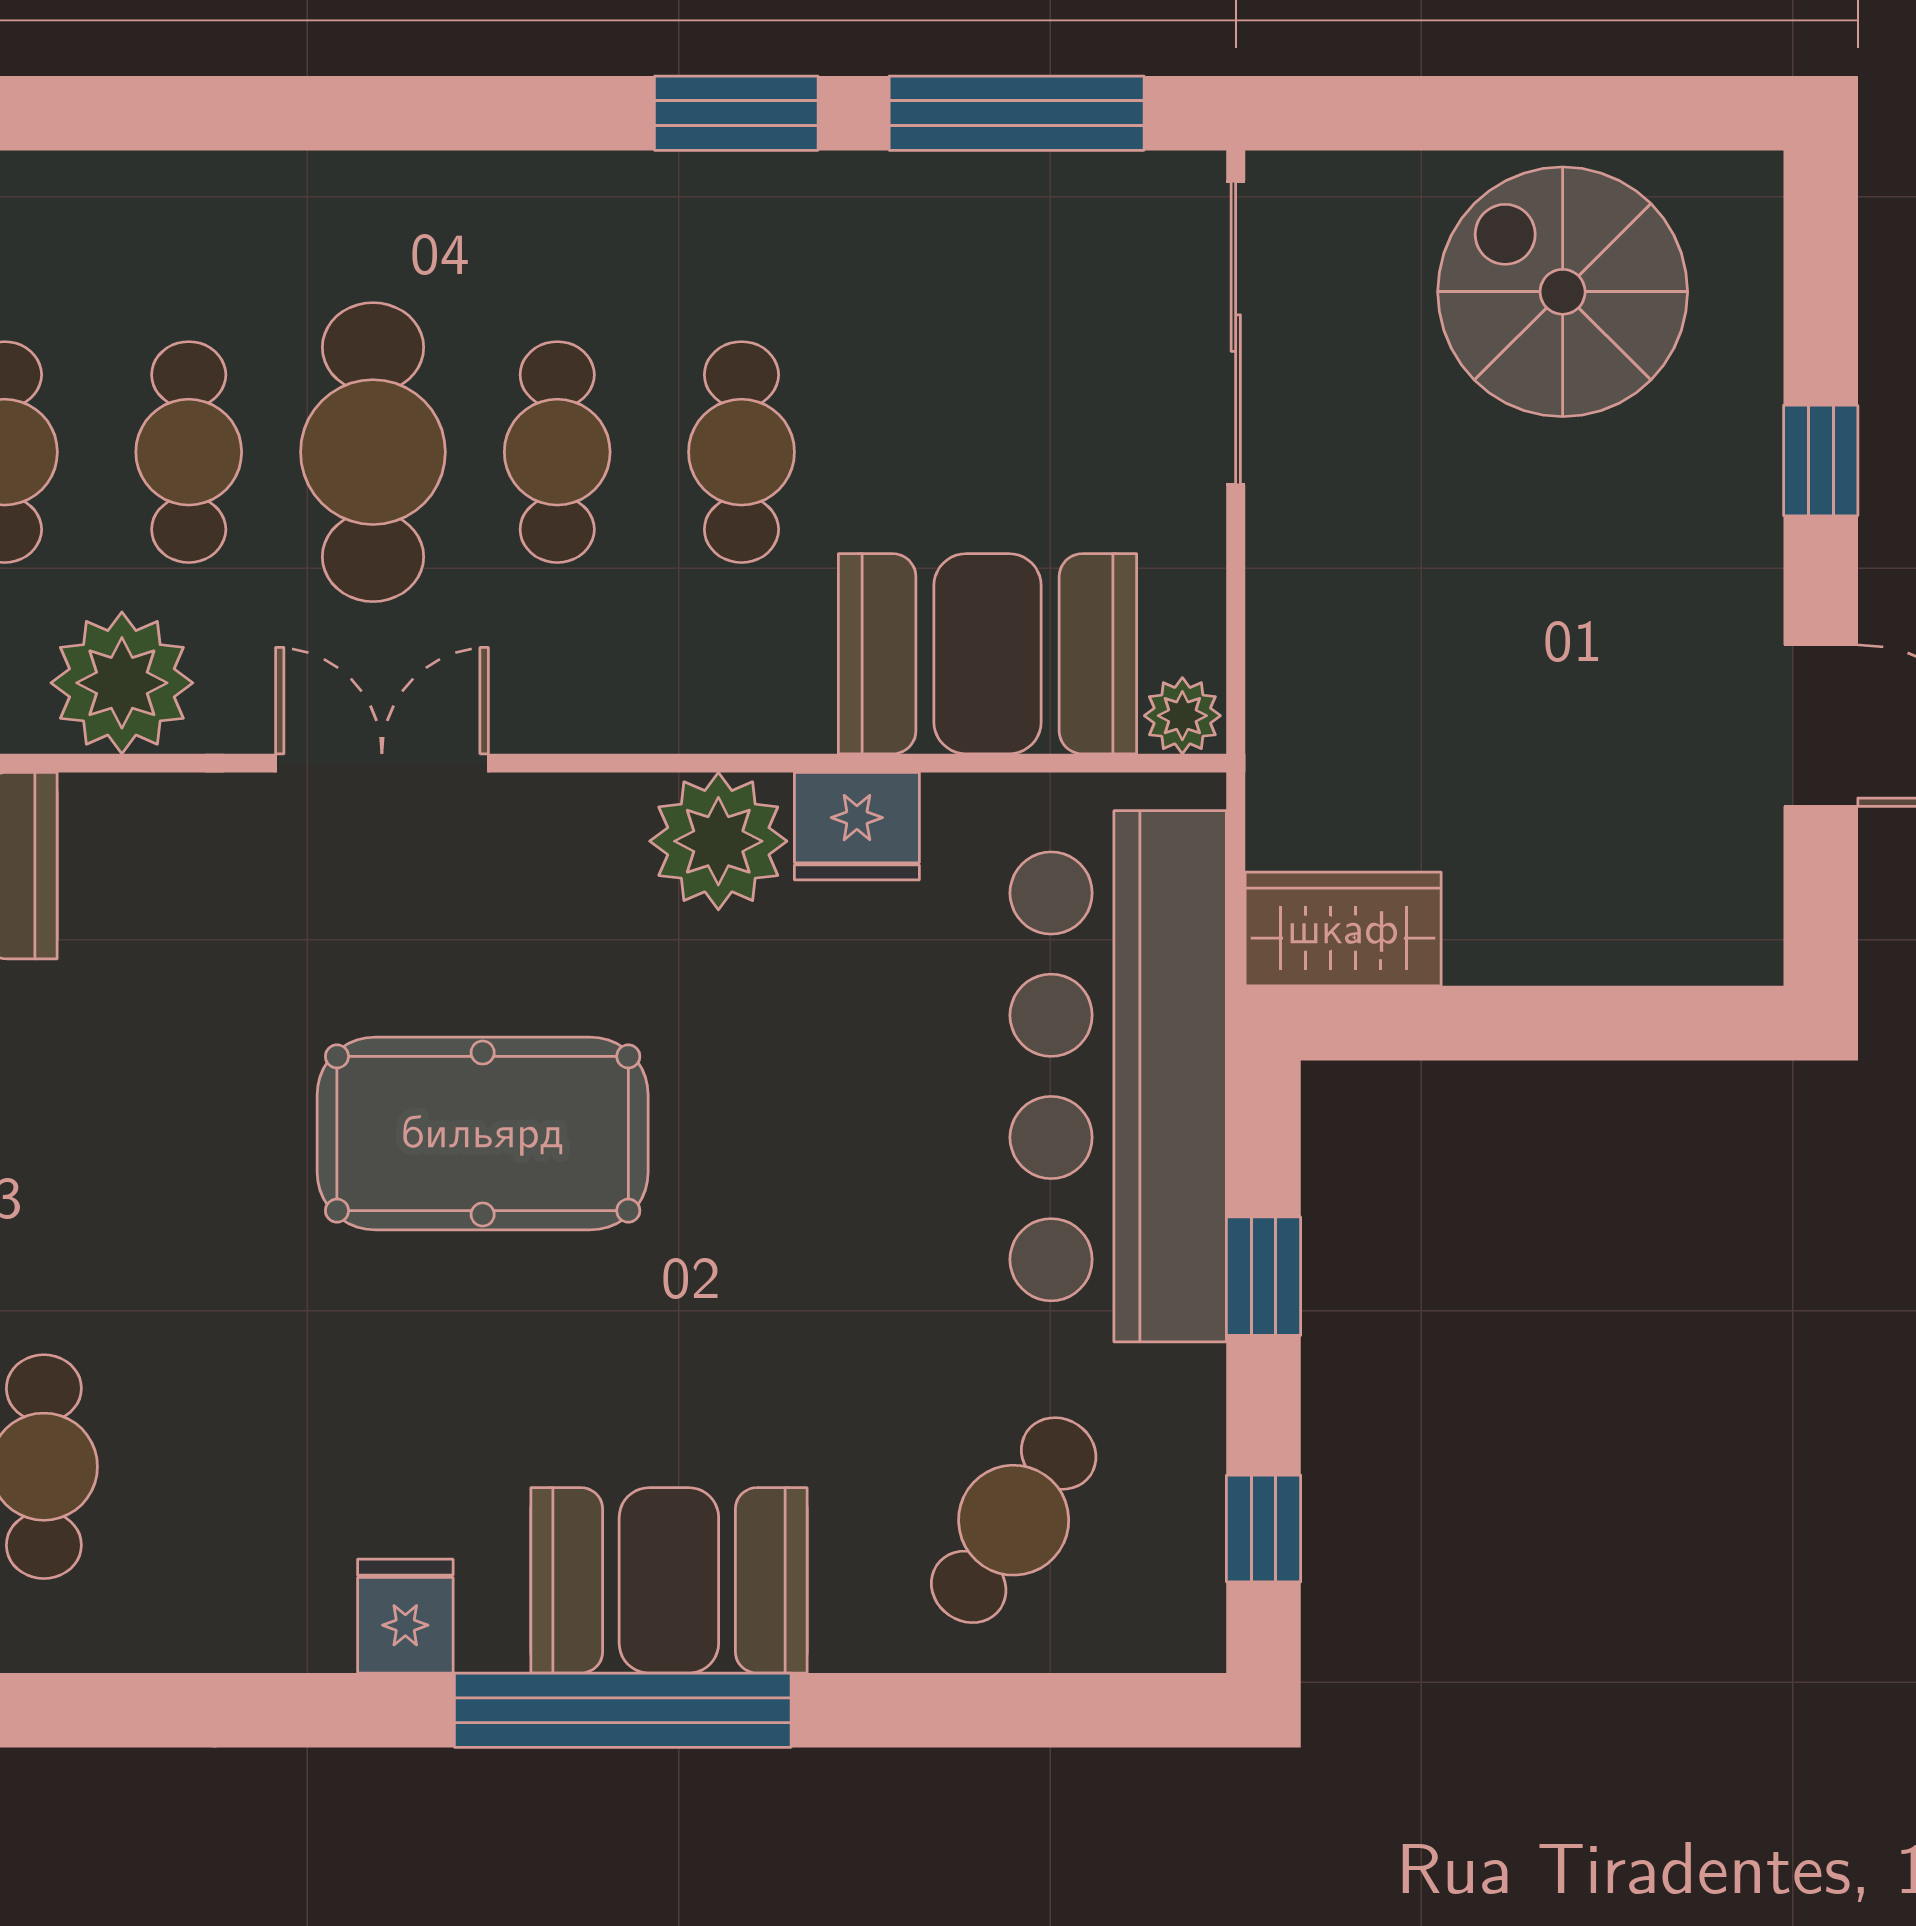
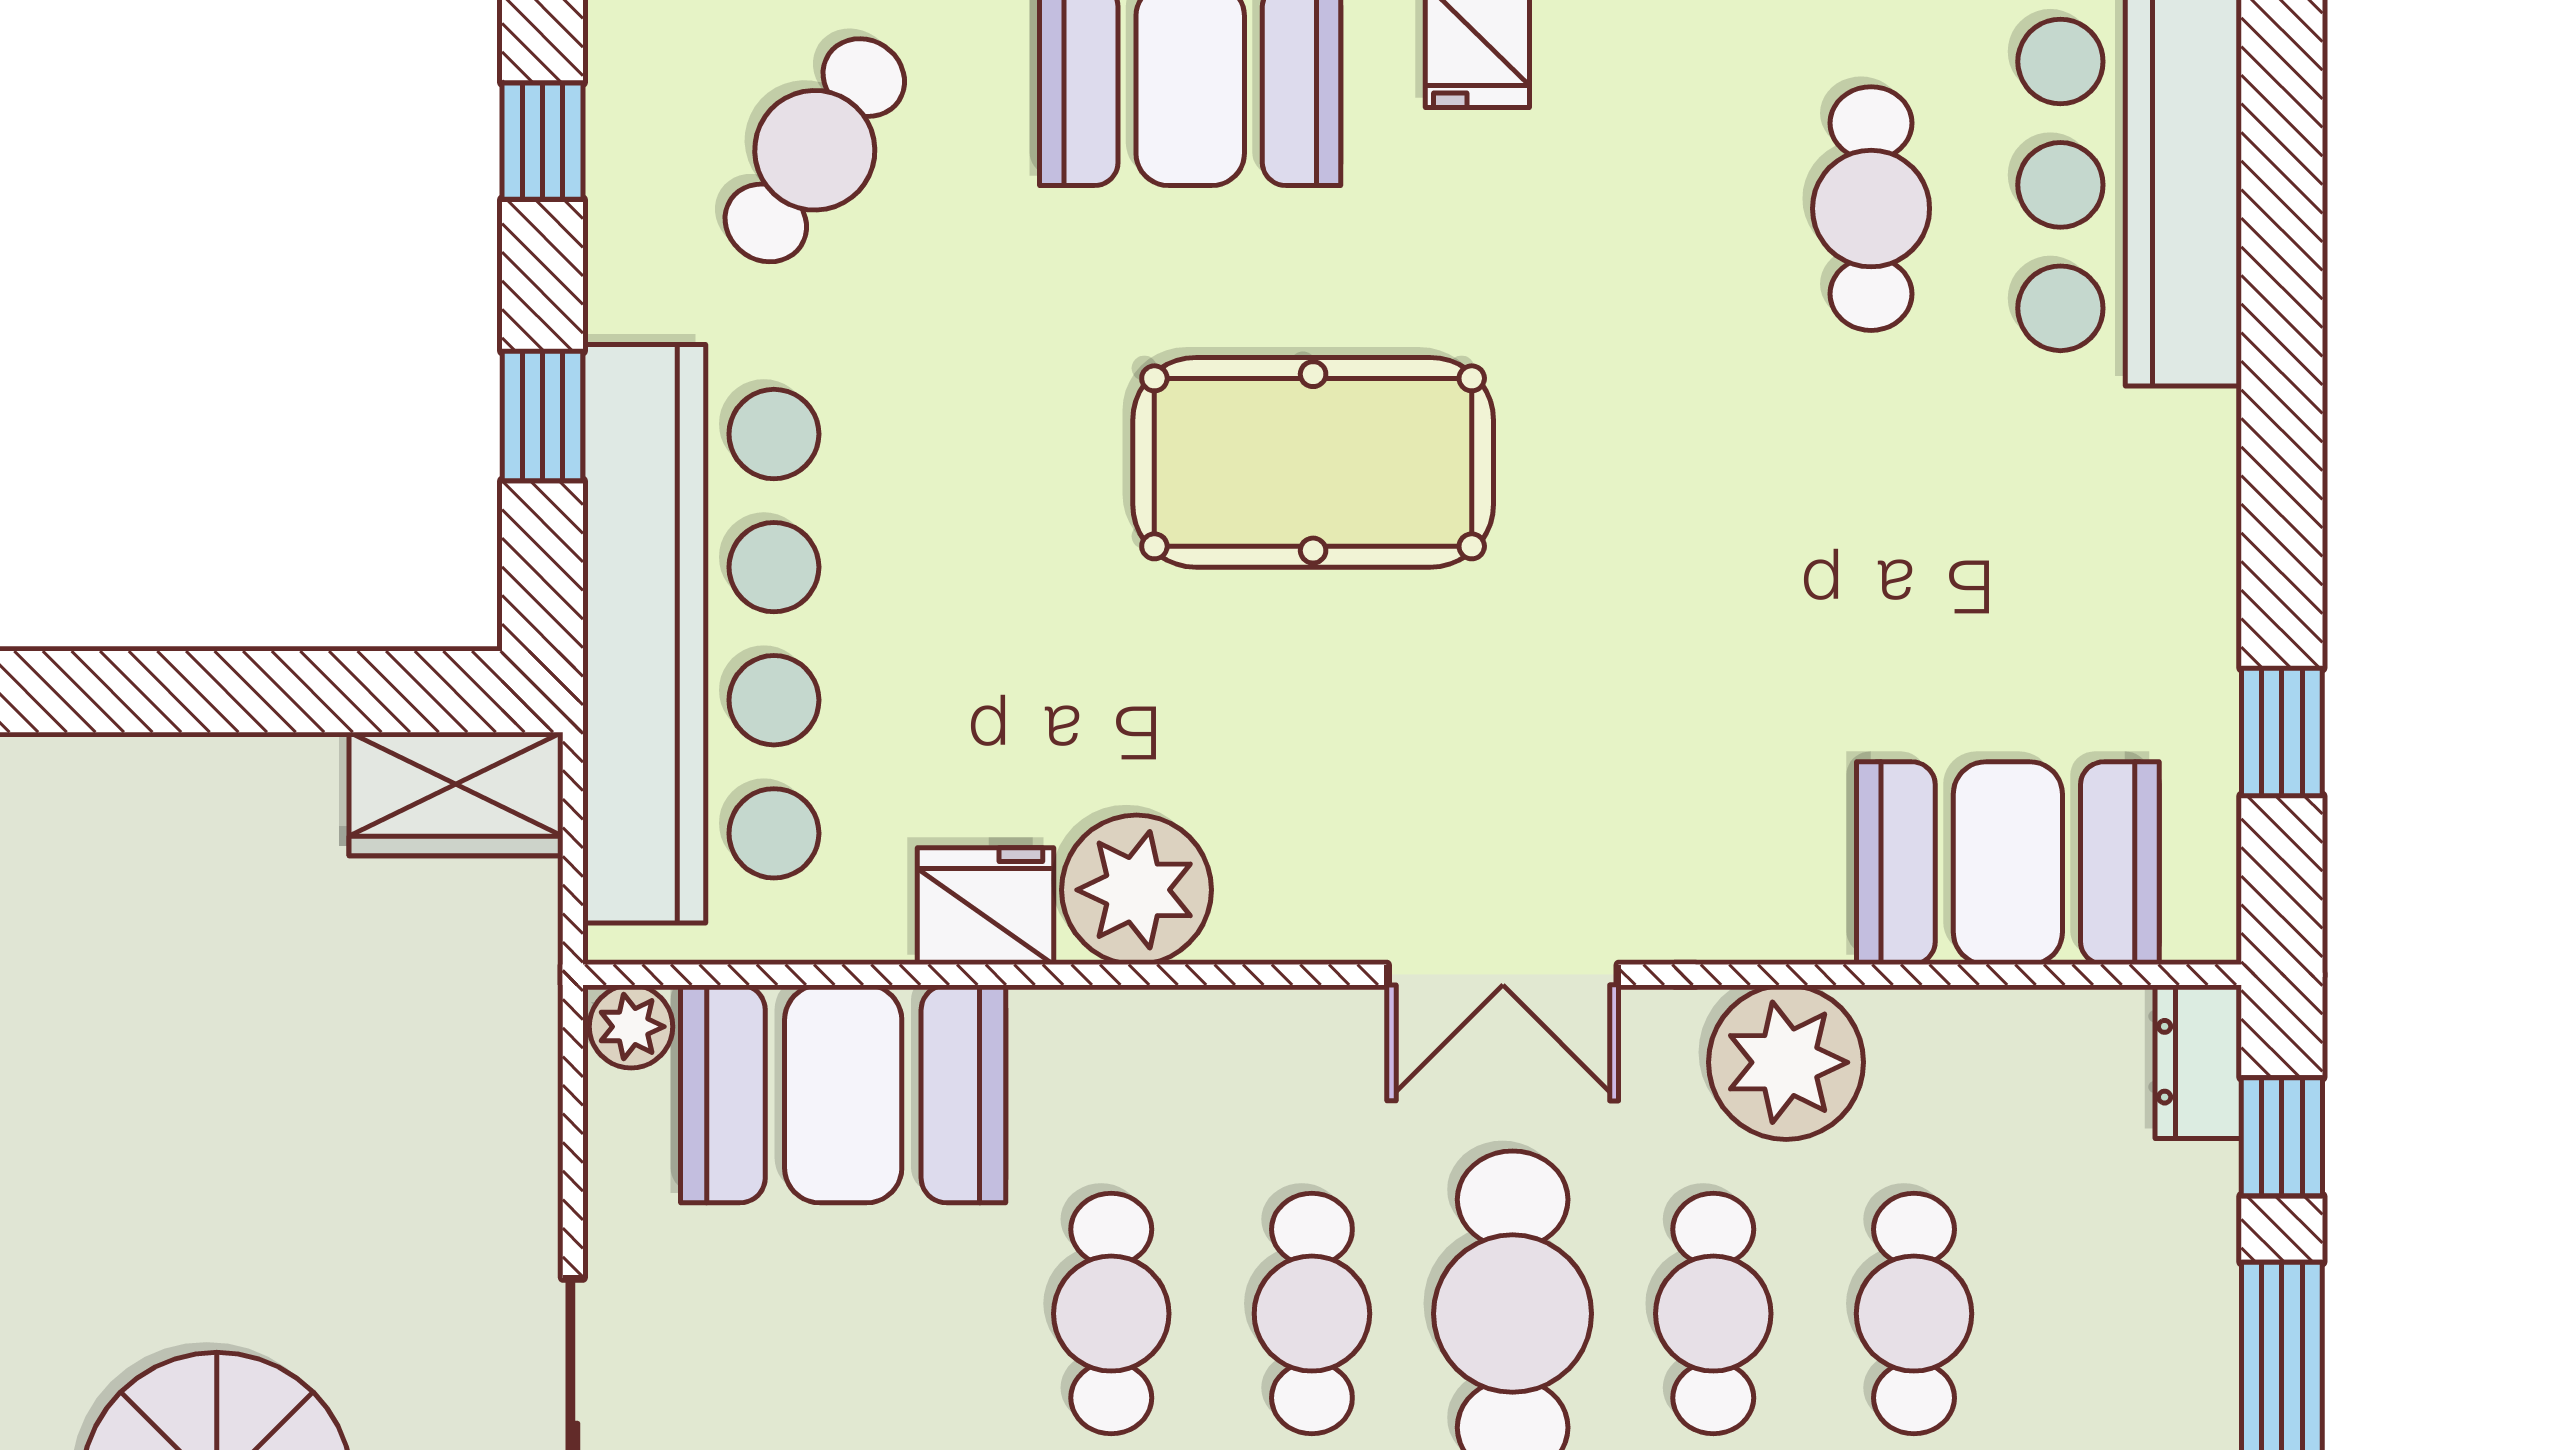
pool table: (483, 1133) -> (1313, 462), moved

